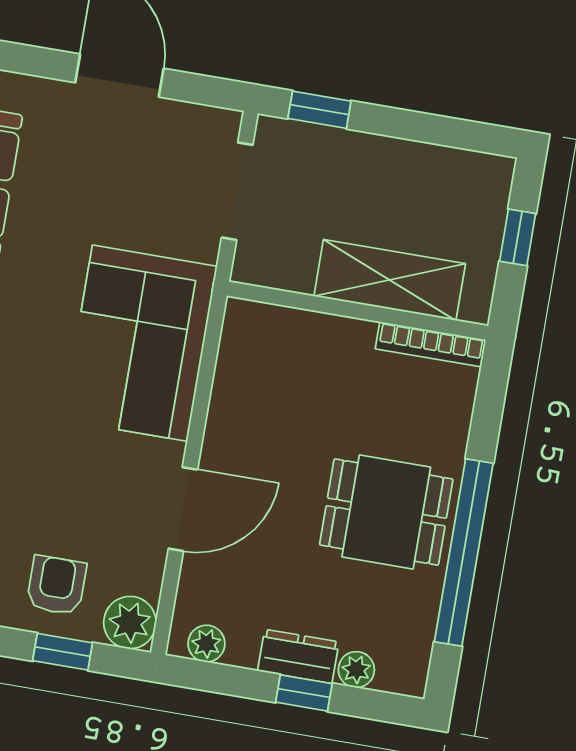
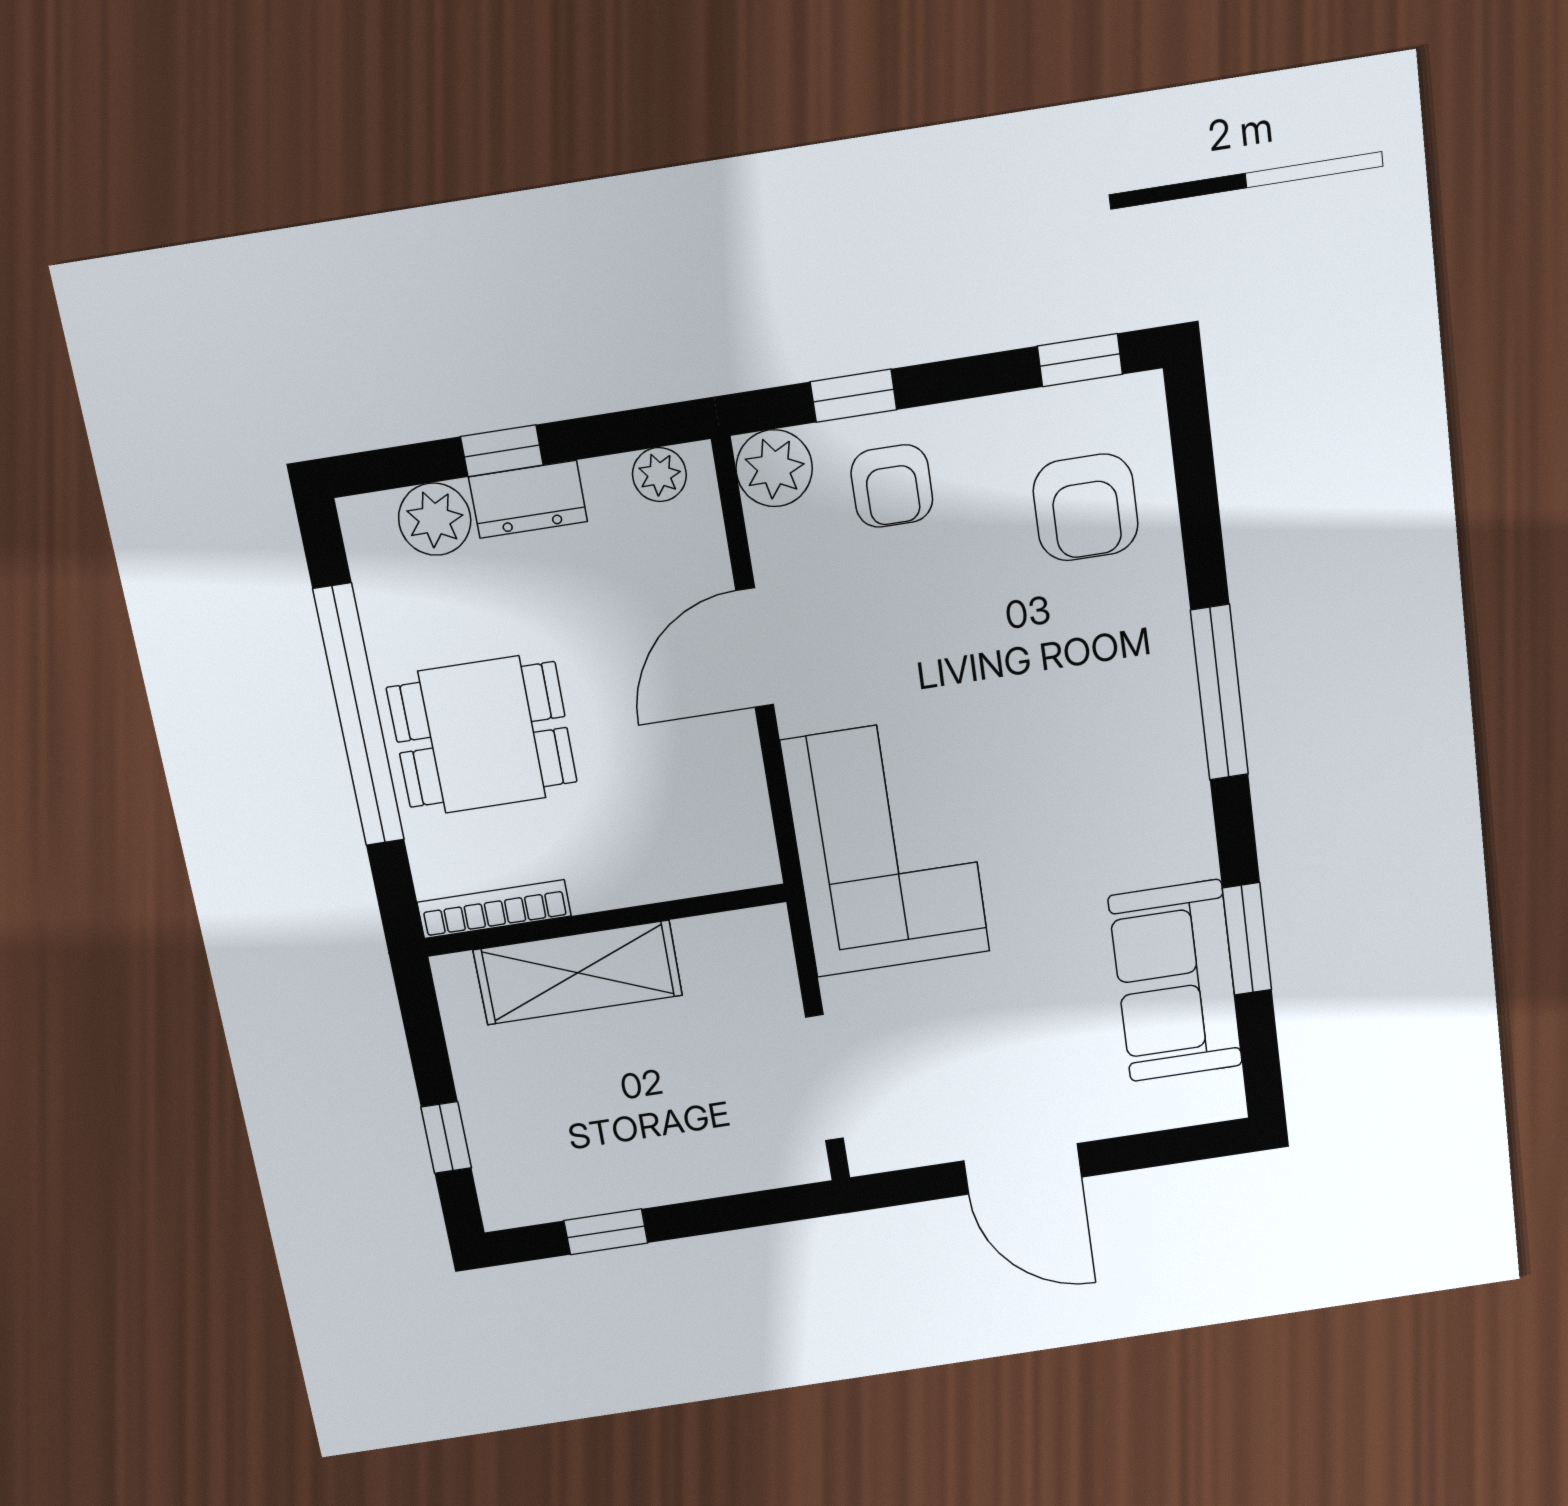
window: (319, 110) -> (606, 1232), moved
shelving: (390, 280) -> (578, 973), moved
wall: (357, 311) -> (605, 920), moved
bookcase: (431, 344) -> (494, 909), moved
plant: (356, 670) -> (435, 519), width x1.38, depth x1.38

